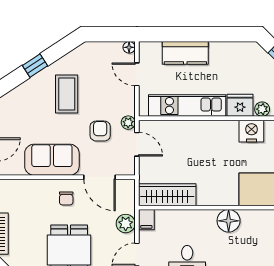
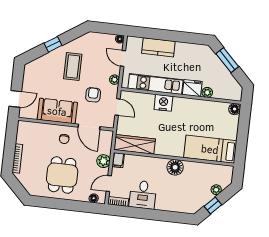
plant: (128, 123) -> (114, 80), moved
nightstand: (251, 131) -> (163, 103), moved

